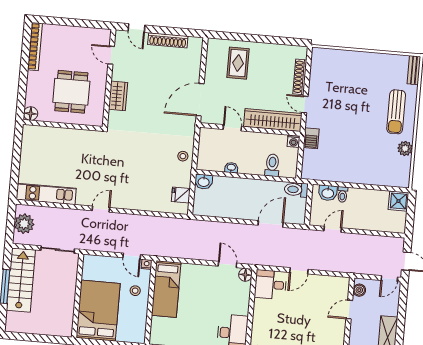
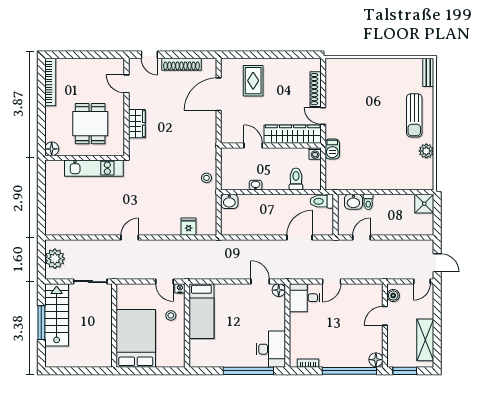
door: (200, 100) -> (219, 94), moved
kitchen unit: (46, 194) -> (94, 168), moved, turned 180
fridge: (181, 195) -> (189, 227), moved, turned 90

